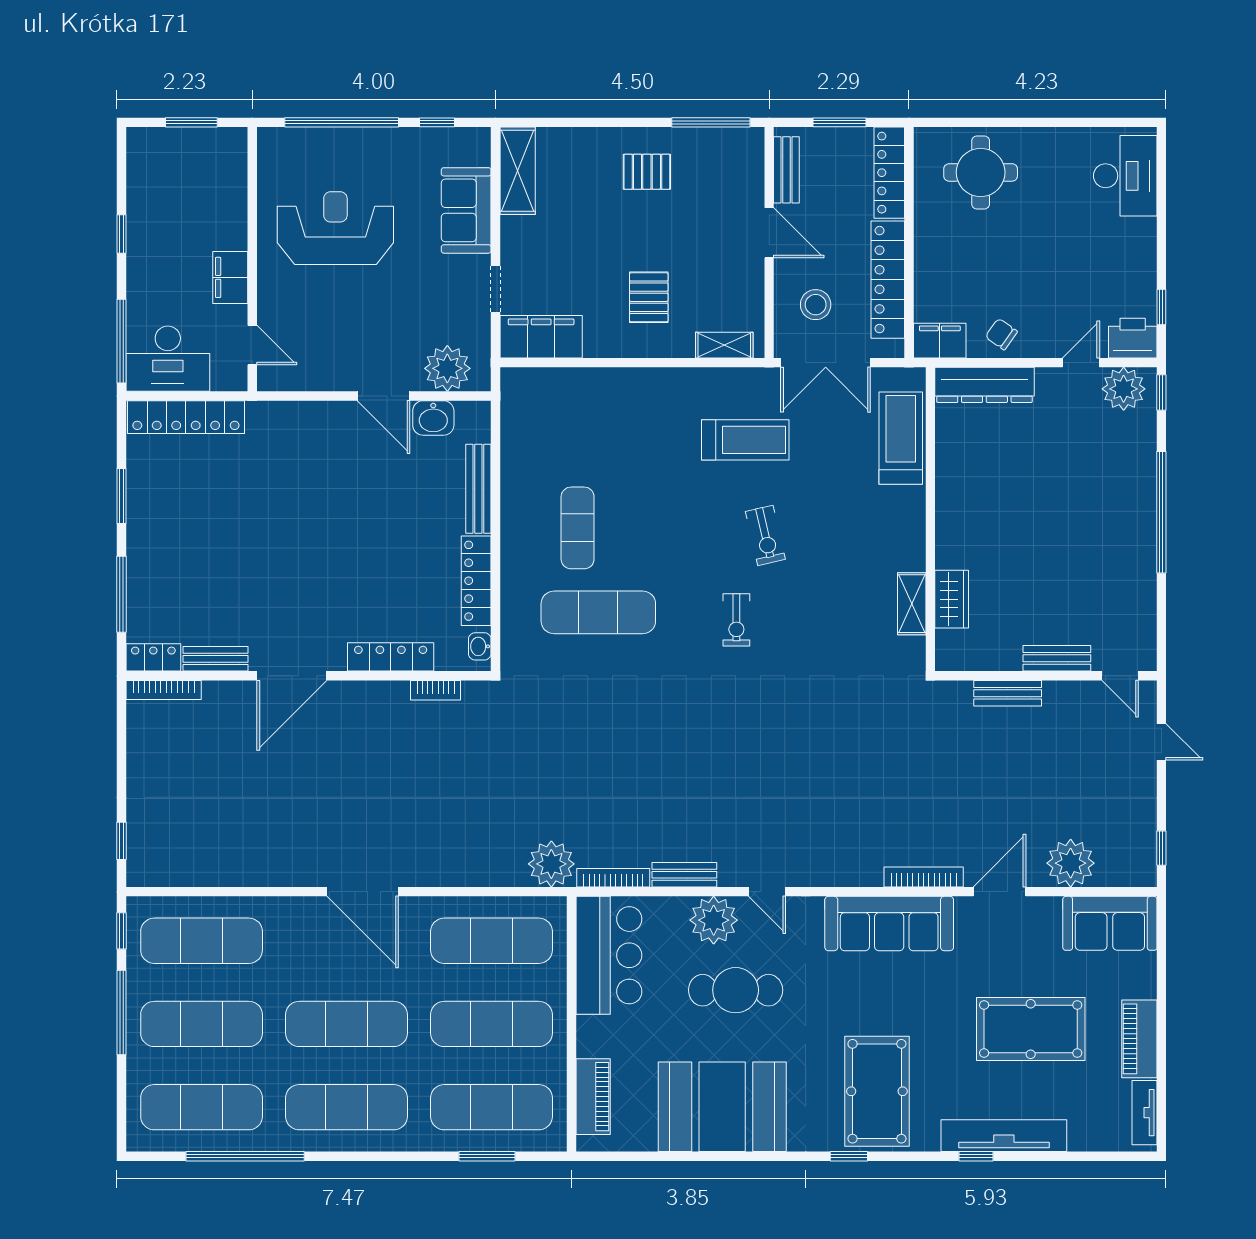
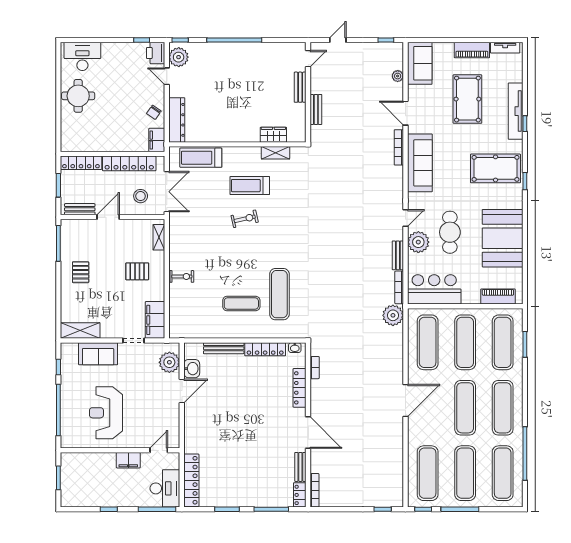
round table: (981, 172) -> (78, 96), moved
treadmill: (745, 440) -> (250, 186), moved, turned -90
exercise bike: (736, 620) -> (182, 276), moved
plant: (1071, 863) -> (398, 76), width x0.53, depth x0.53

